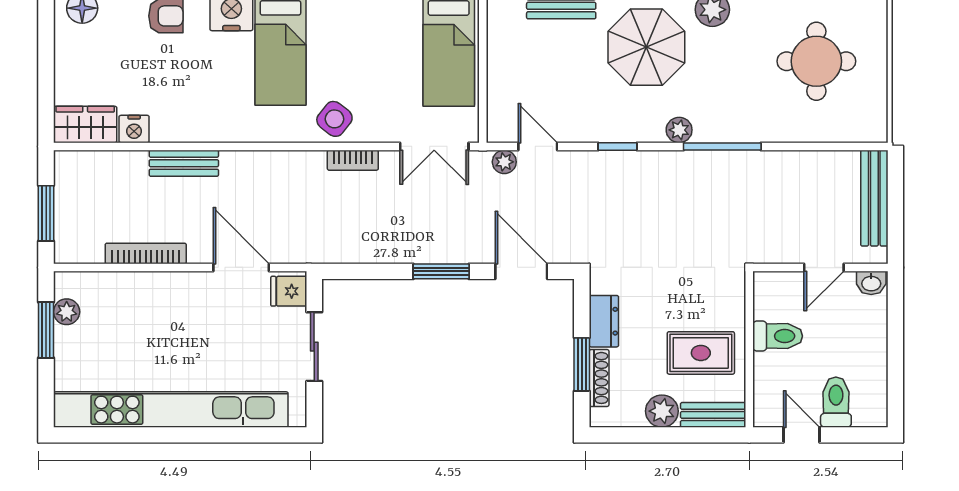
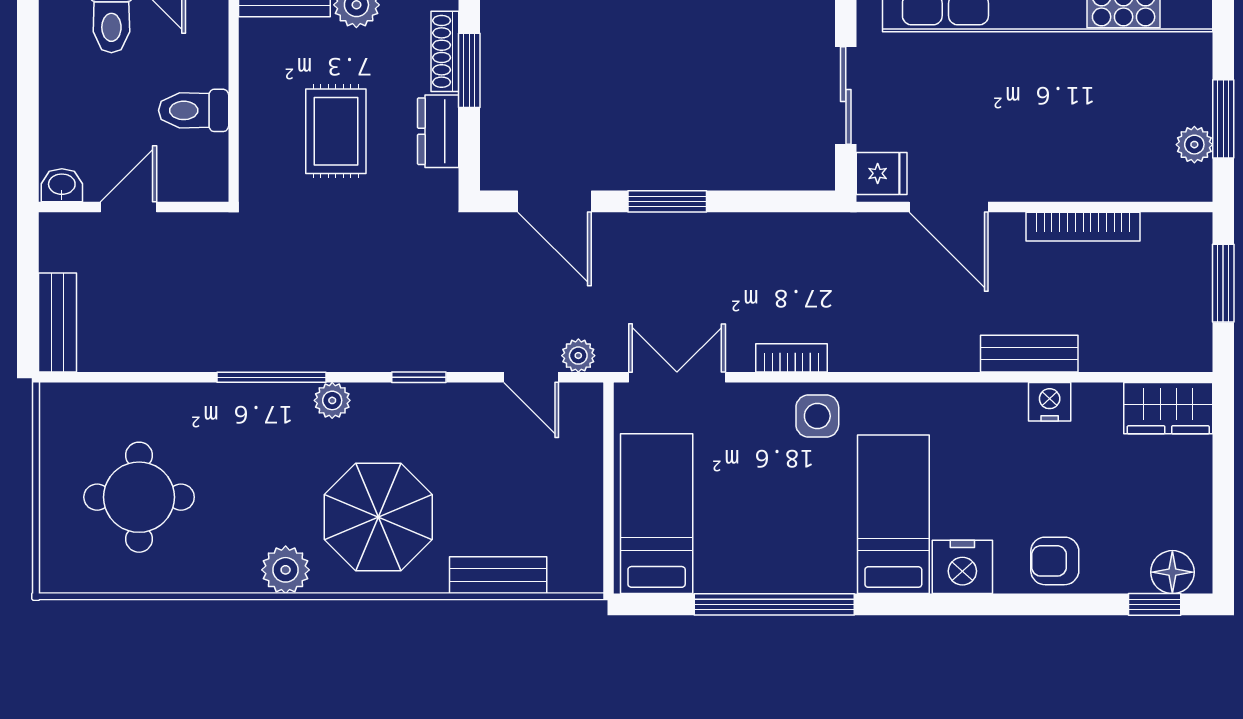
side table: (334, 119) -> (817, 416), turned -38
nightstand: (134, 129) -> (1050, 402), moved
bench: (874, 198) -> (57, 323), width x0.73
rug: (701, 353) -> (336, 131), moved, turned 90

